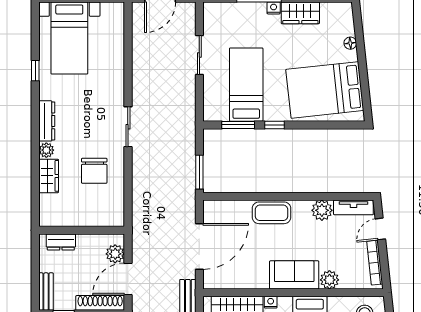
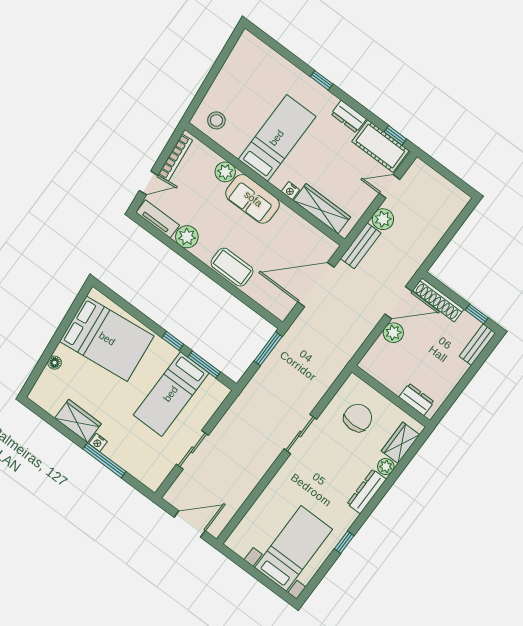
wall: (82, 230) -> (391, 396), moved
dresser: (61, 242) -> (416, 399), moved

